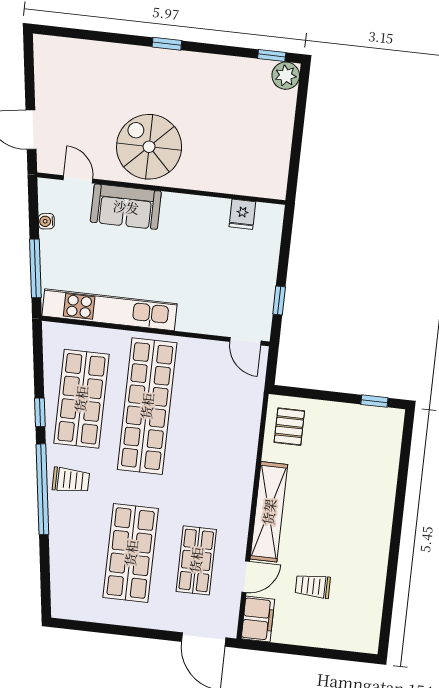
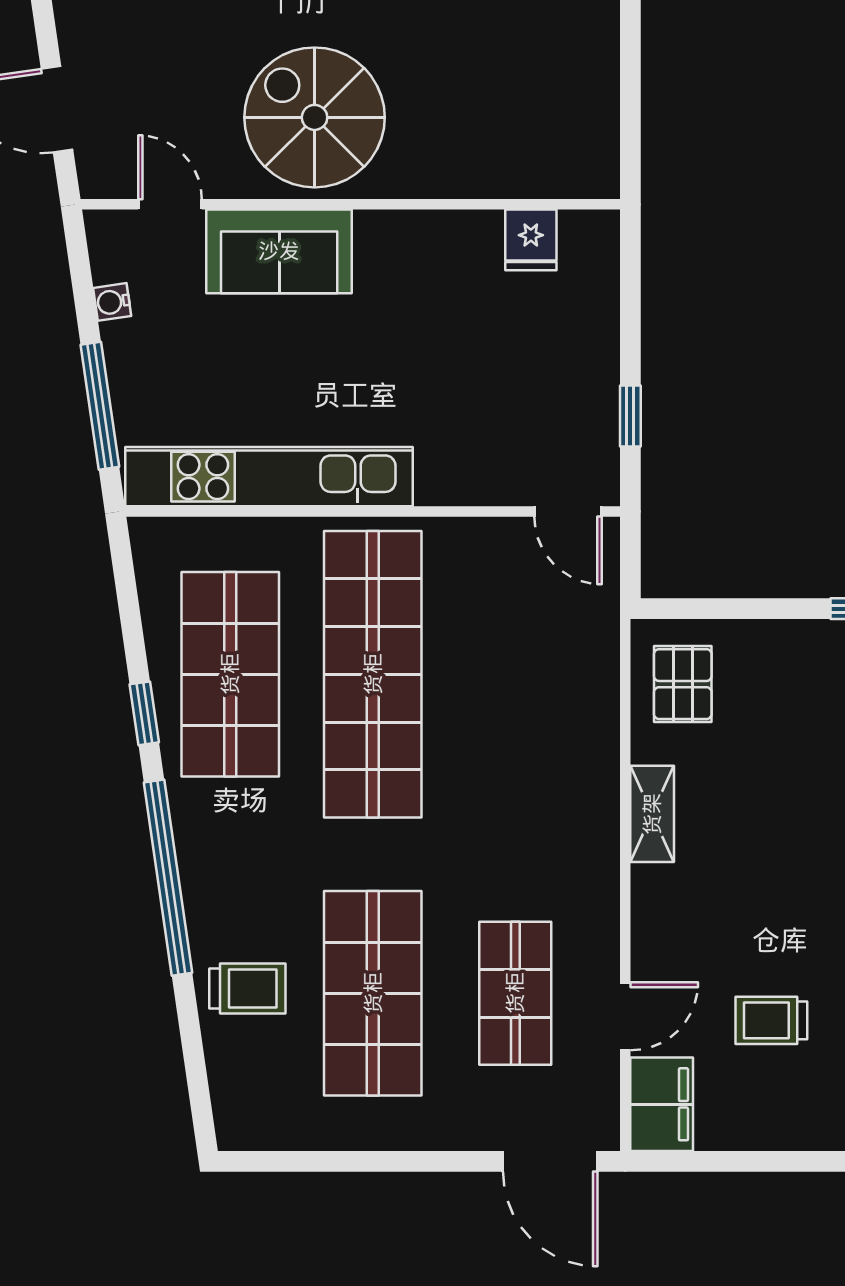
trolley: (71, 480) -> (247, 989), moved
shelving: (269, 512) -> (652, 814), width x0.45, depth x0.75

